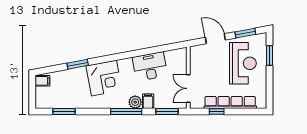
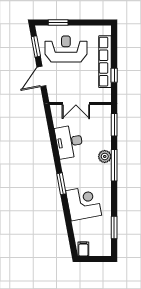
window: (78, 64) -> (61, 184), moved
corner desk: (104, 78) -> (84, 203), moved
double door: (188, 88) -> (76, 103), moved
filing cabinet: (148, 101) -> (104, 144), removed

